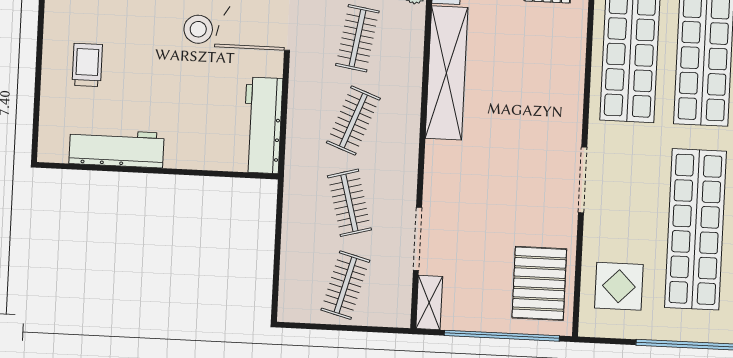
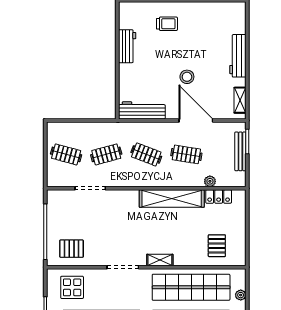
workbench: (117, 148) -> (127, 46), width x0.73
pallet: (539, 283) -> (72, 249), width x0.67, depth x0.71
shelving: (429, 302) -> (160, 260), moved

